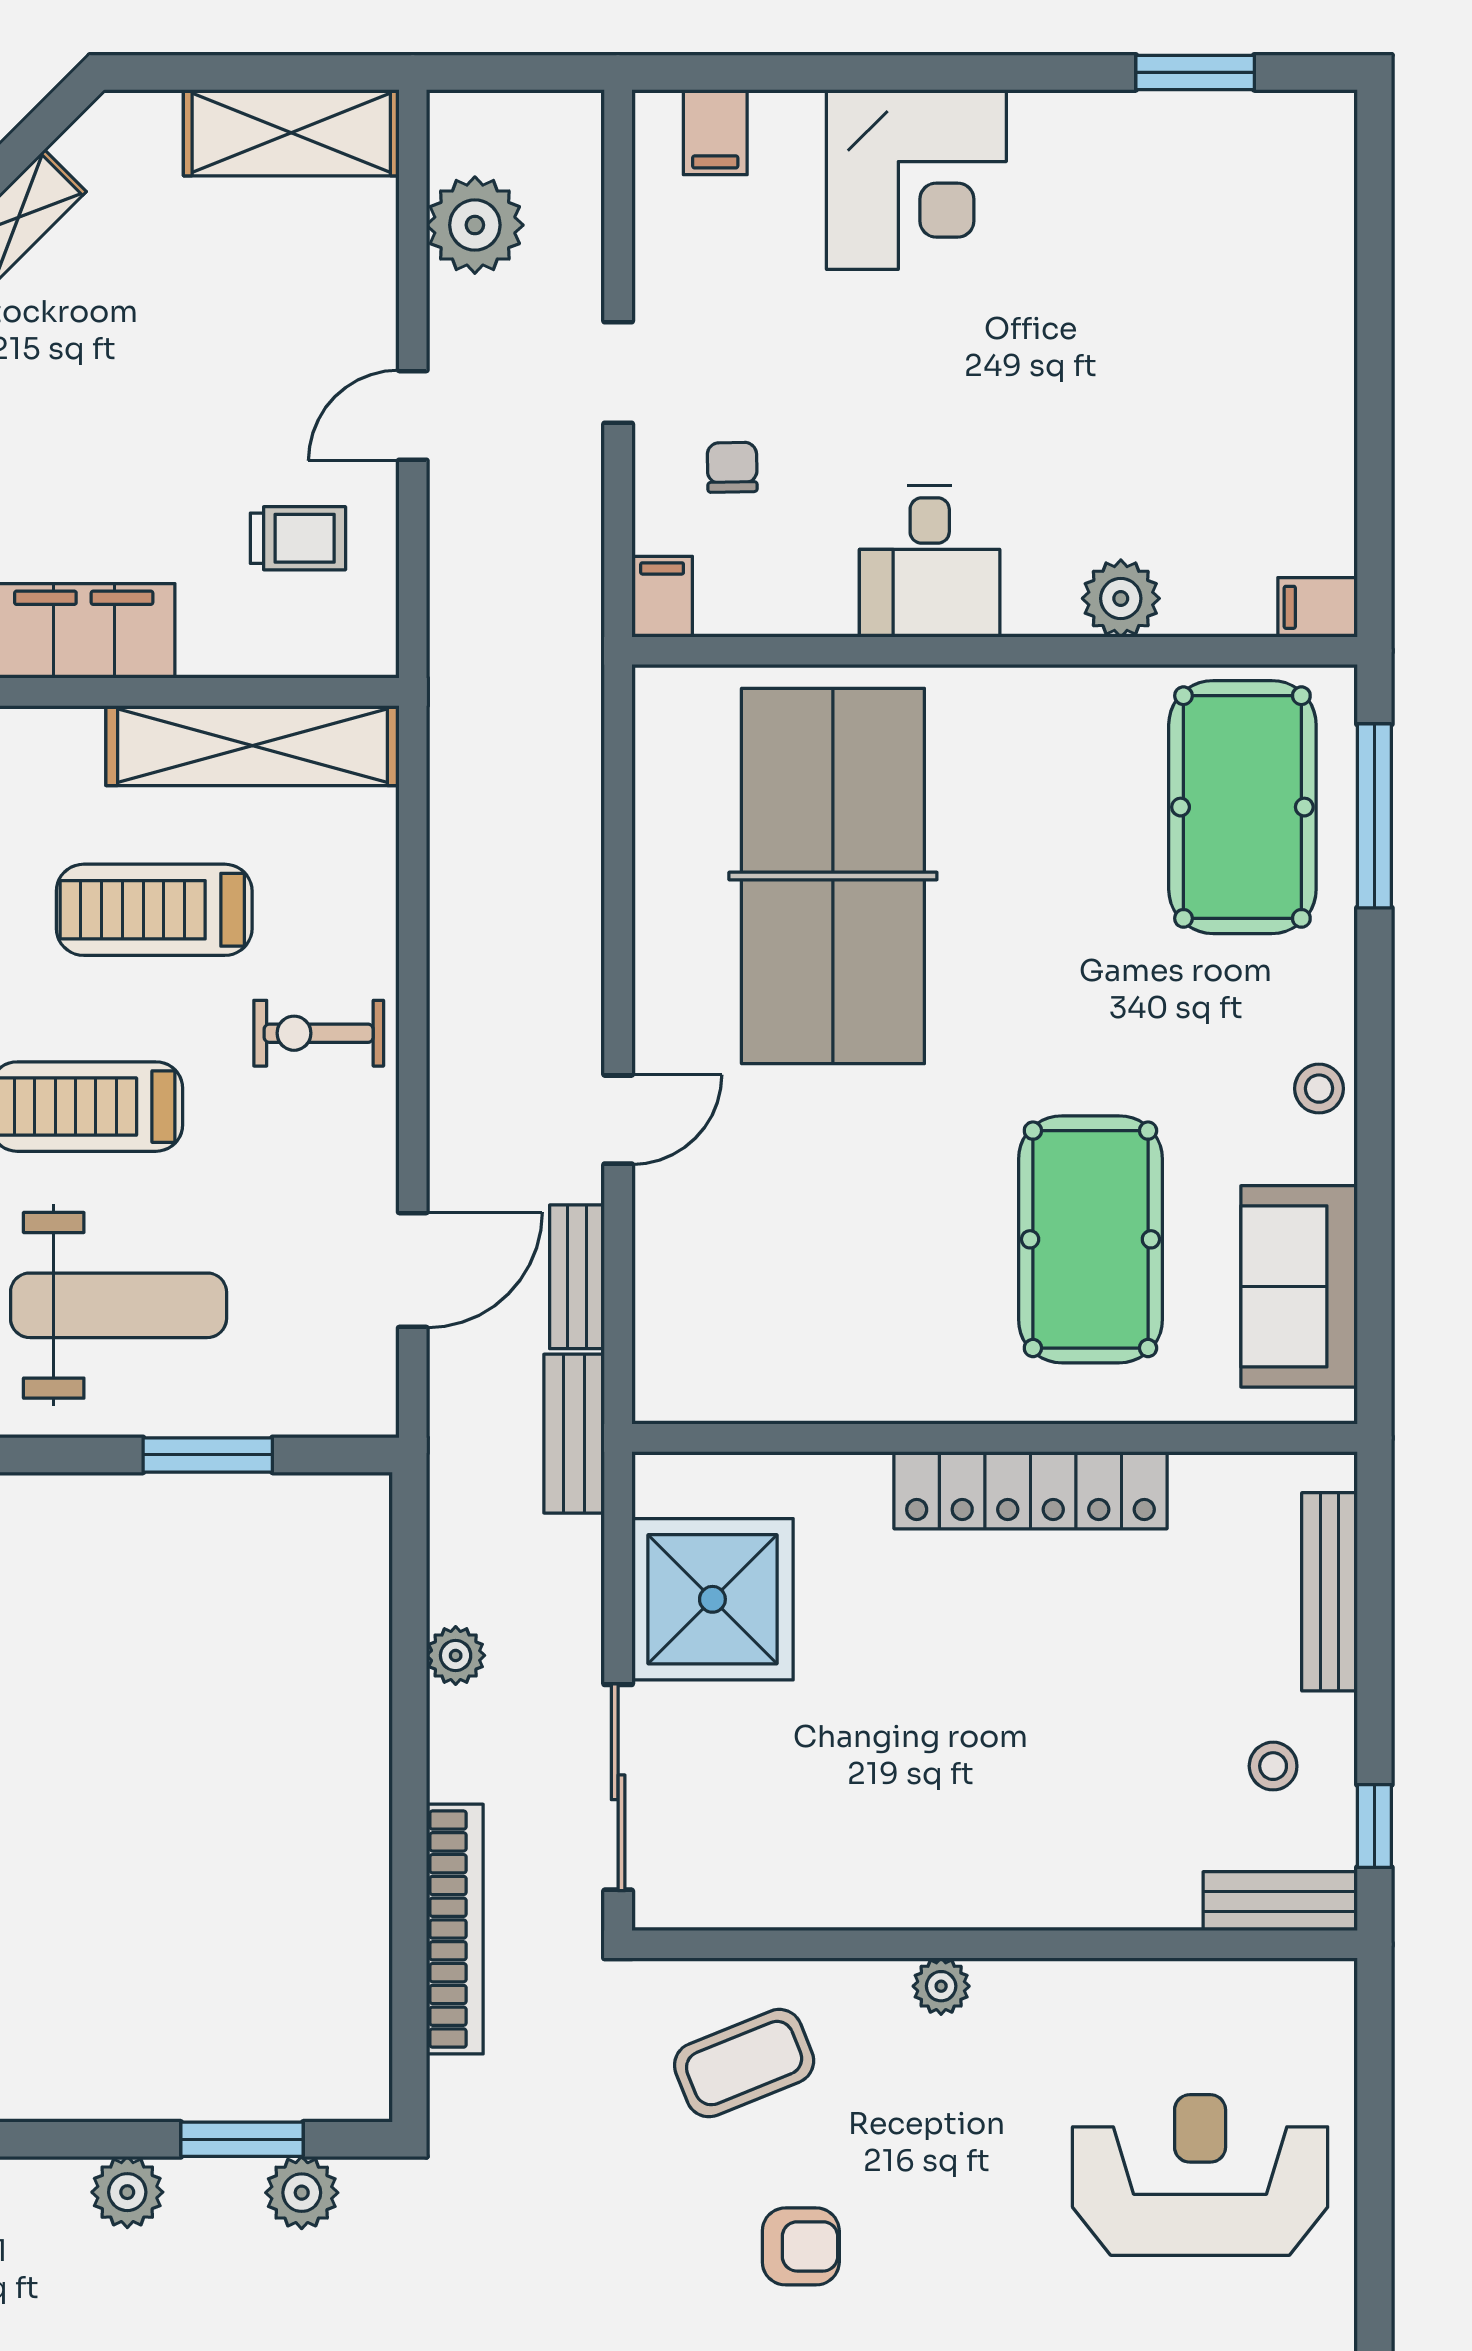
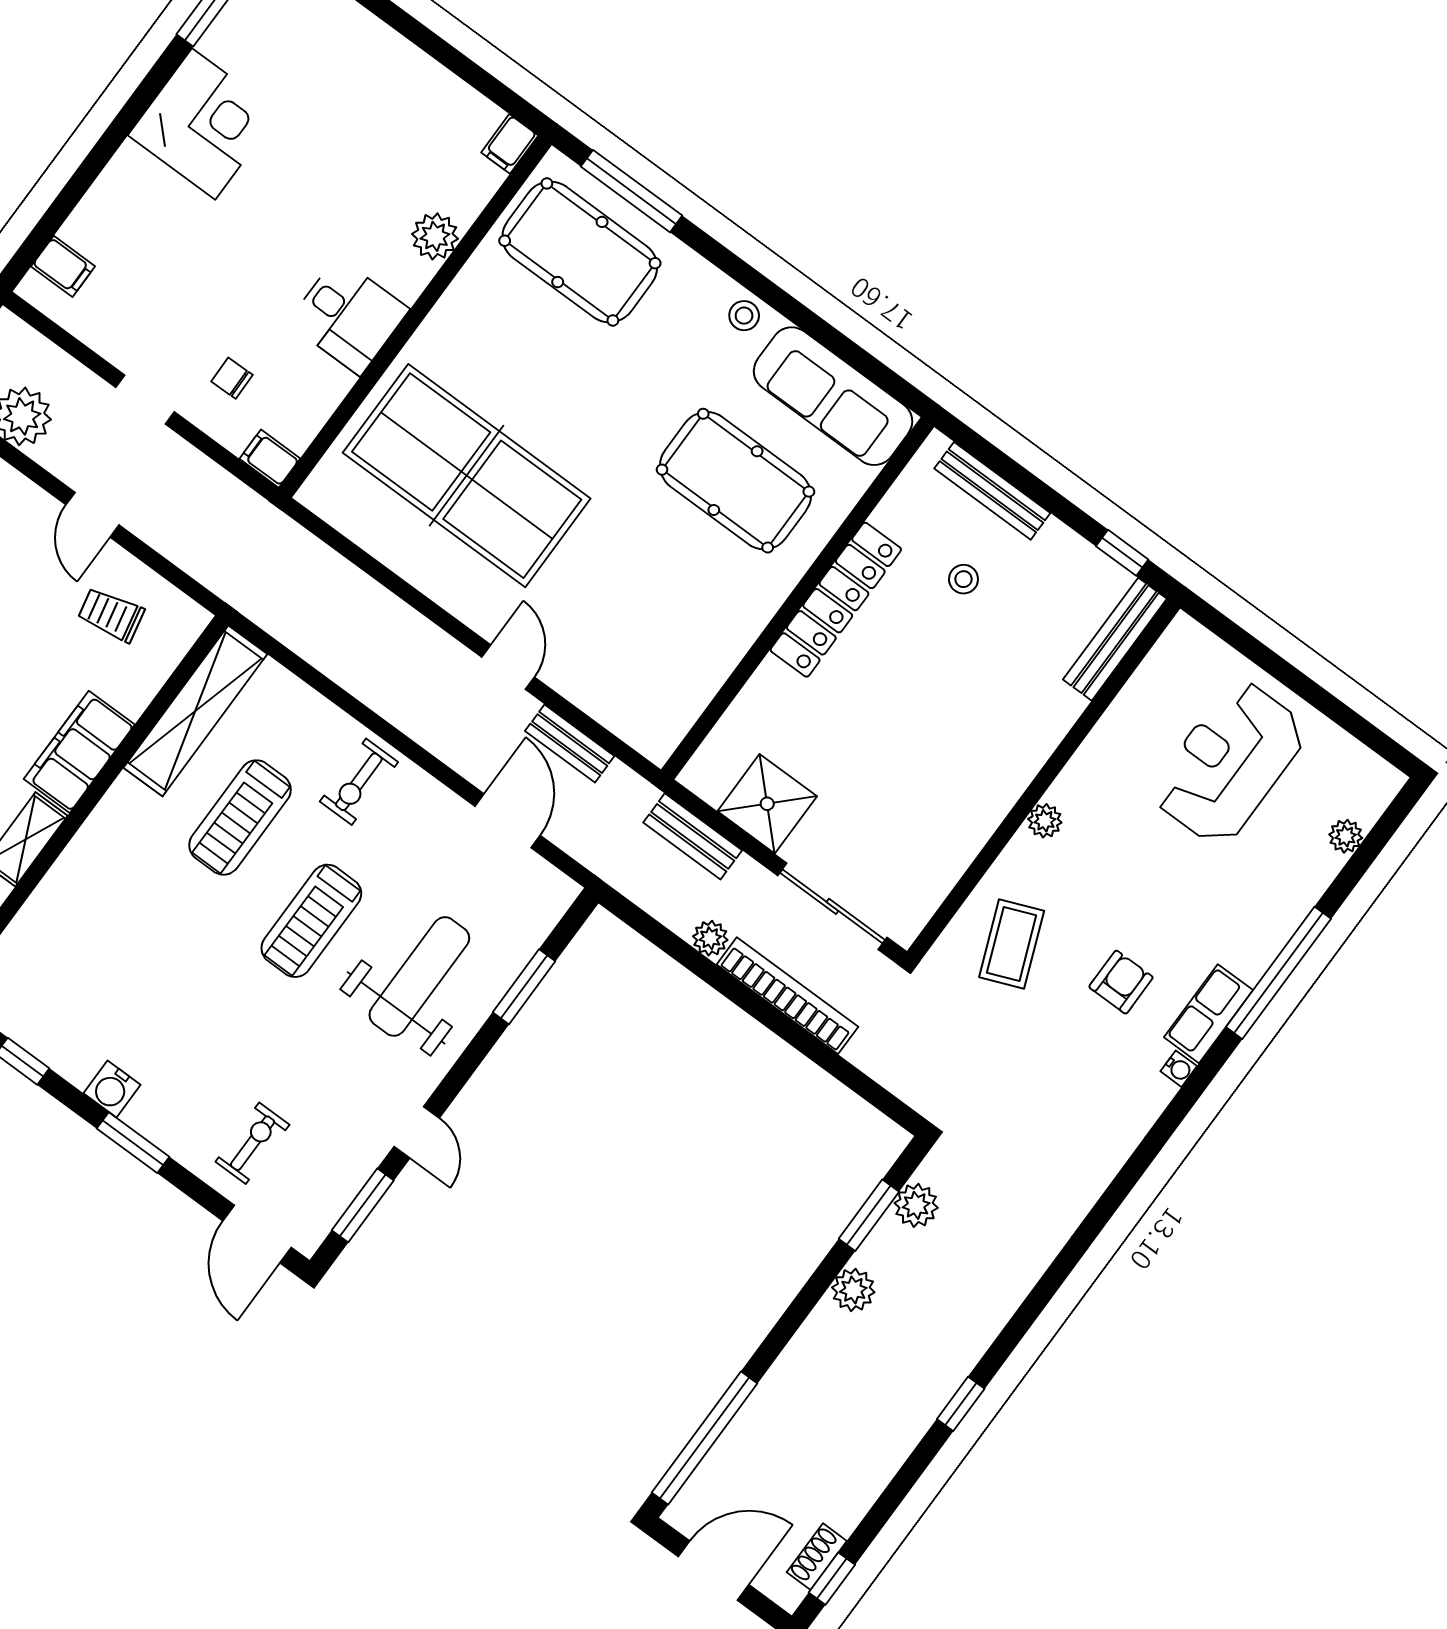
corner desk: (916, 180) -> (204, 124), moved
trolley: (298, 538) -> (111, 615), turned -102
sofa: (1299, 1286) -> (833, 396), width x1.36
bench: (574, 1434) -> (693, 836), moved
shower: (712, 1599) -> (767, 804), width x0.73, depth x0.73
stool: (1273, 1766) -> (963, 579), moved
bench: (1280, 1901) -> (1115, 639), width x1.36
bookcase: (455, 1929) -> (787, 996), moved

